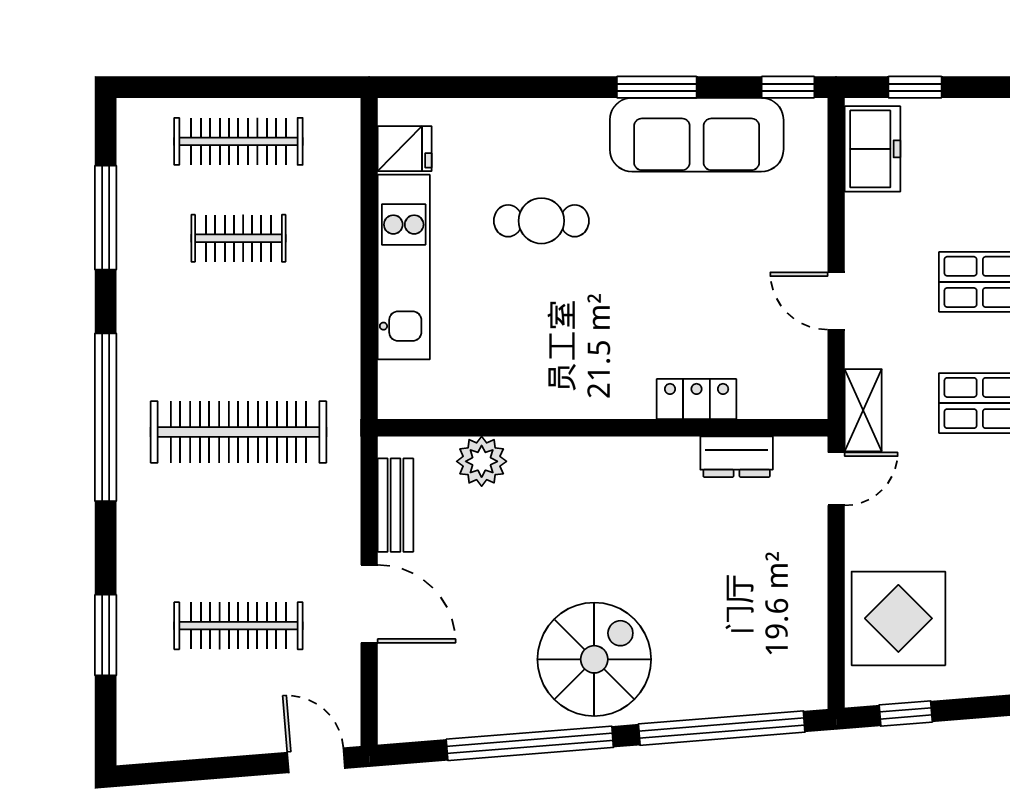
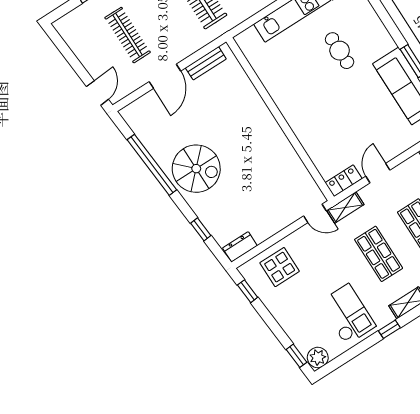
locker: (697, 399) -> (344, 181), moved, turned -90
dresser: (737, 457) -> (240, 247), moved, turned 90
plant: (482, 461) -> (241, 84), removed
display table: (898, 618) -> (280, 267), width x0.73, depth x0.73
window: (722, 728) -> (201, 229), width x0.32

